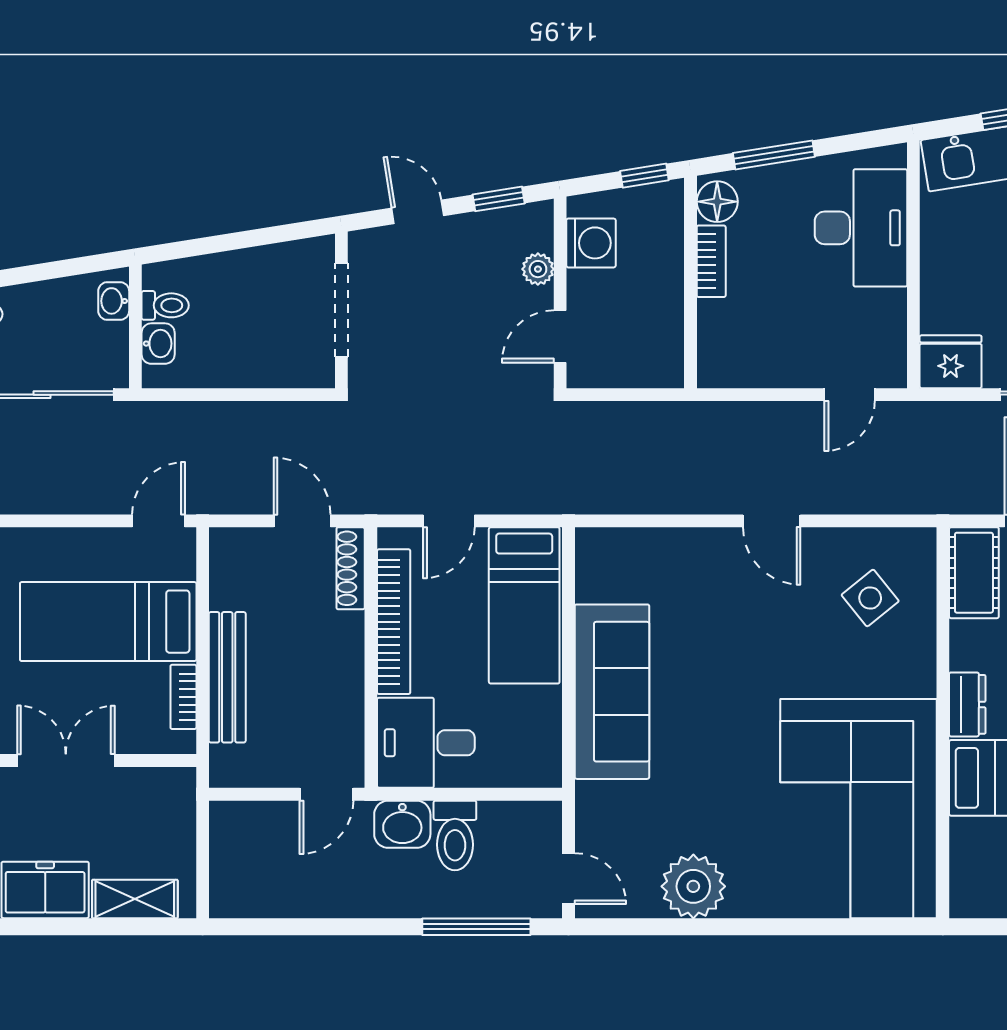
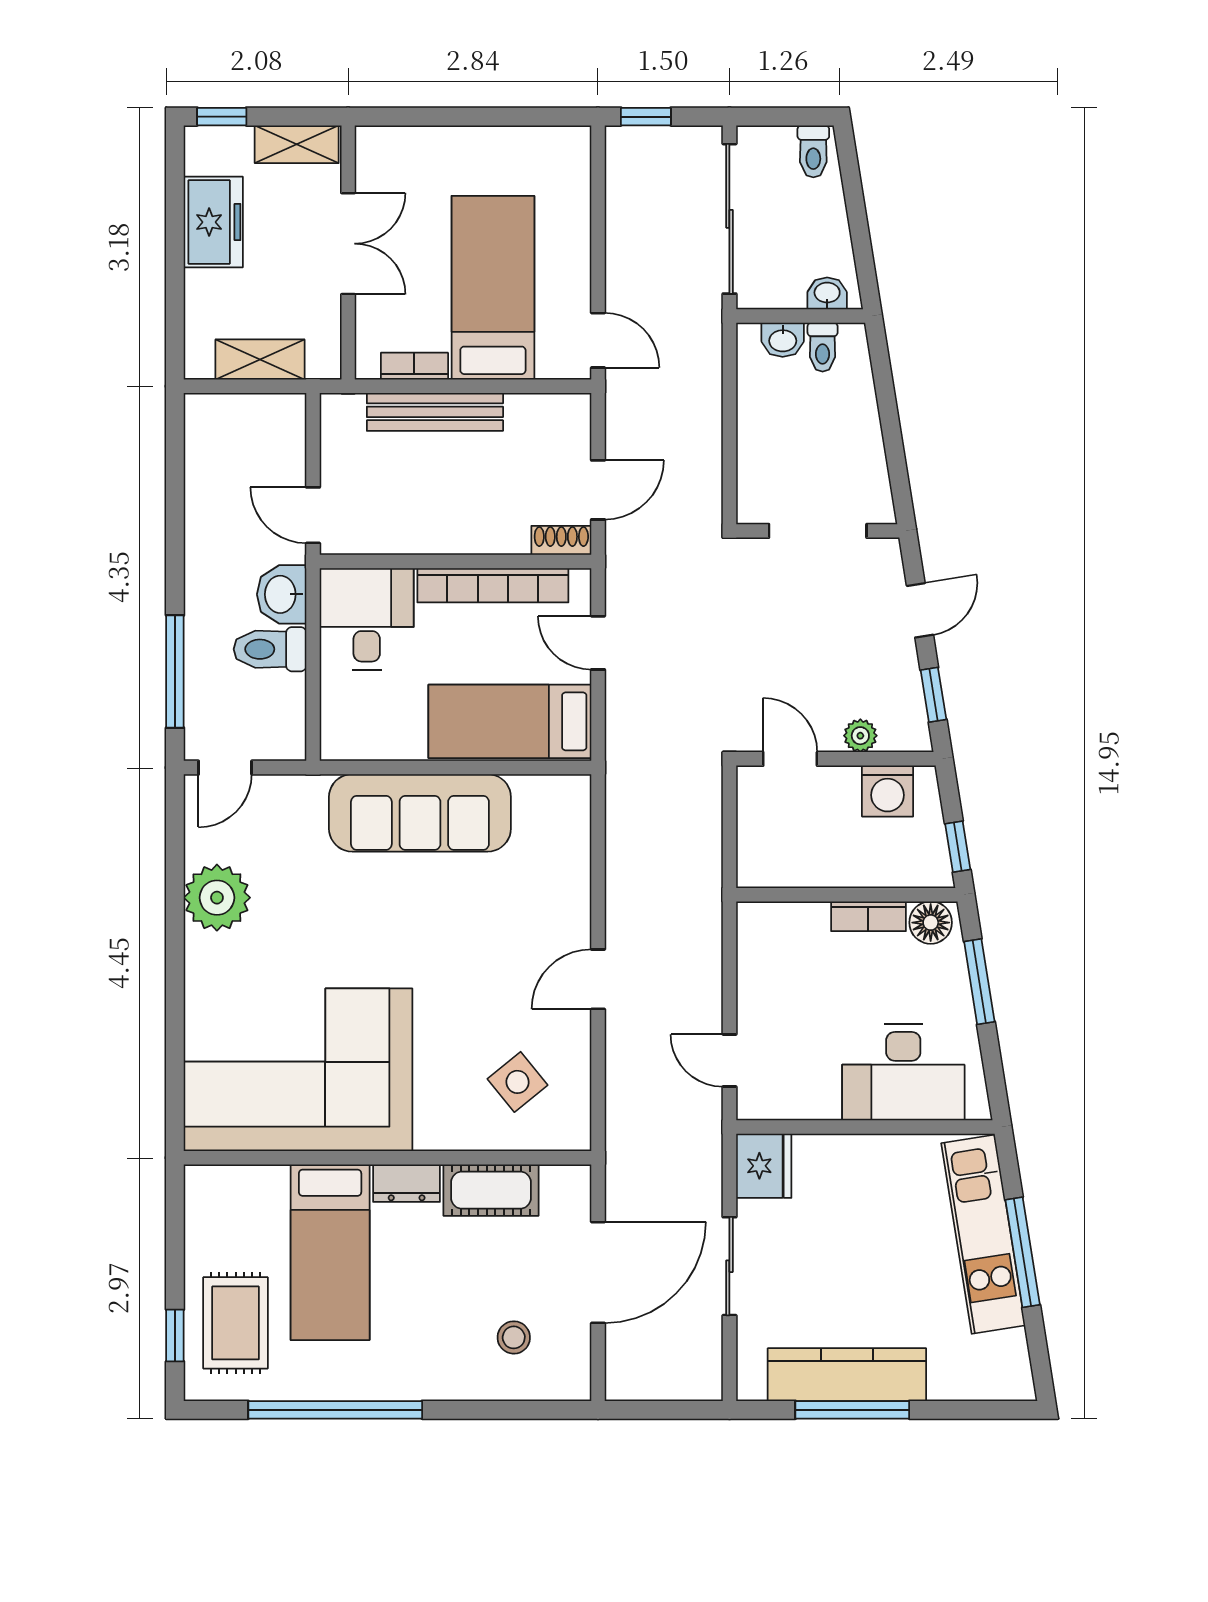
shoe rack: (351, 568) -> (561, 540), width x0.70
cot: (974, 573) -> (491, 1190), moved
shelving: (135, 899) -> (260, 360), moved, turned 90

